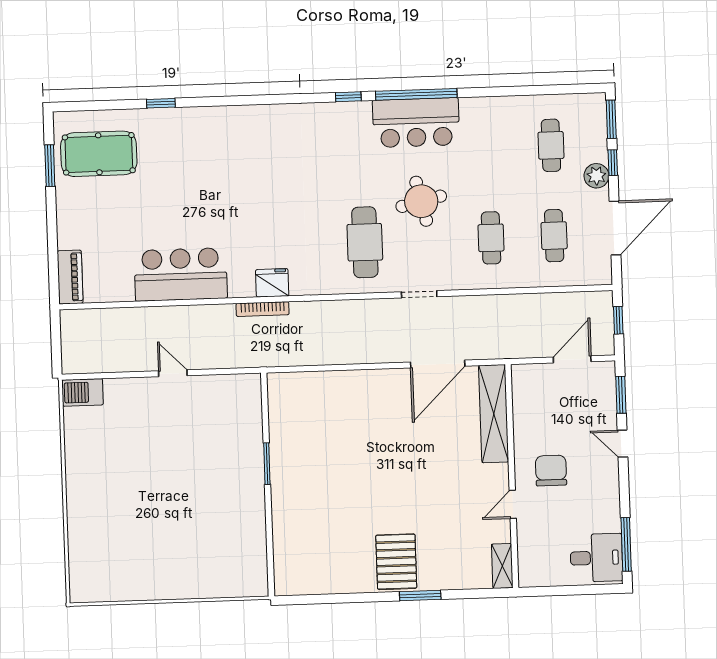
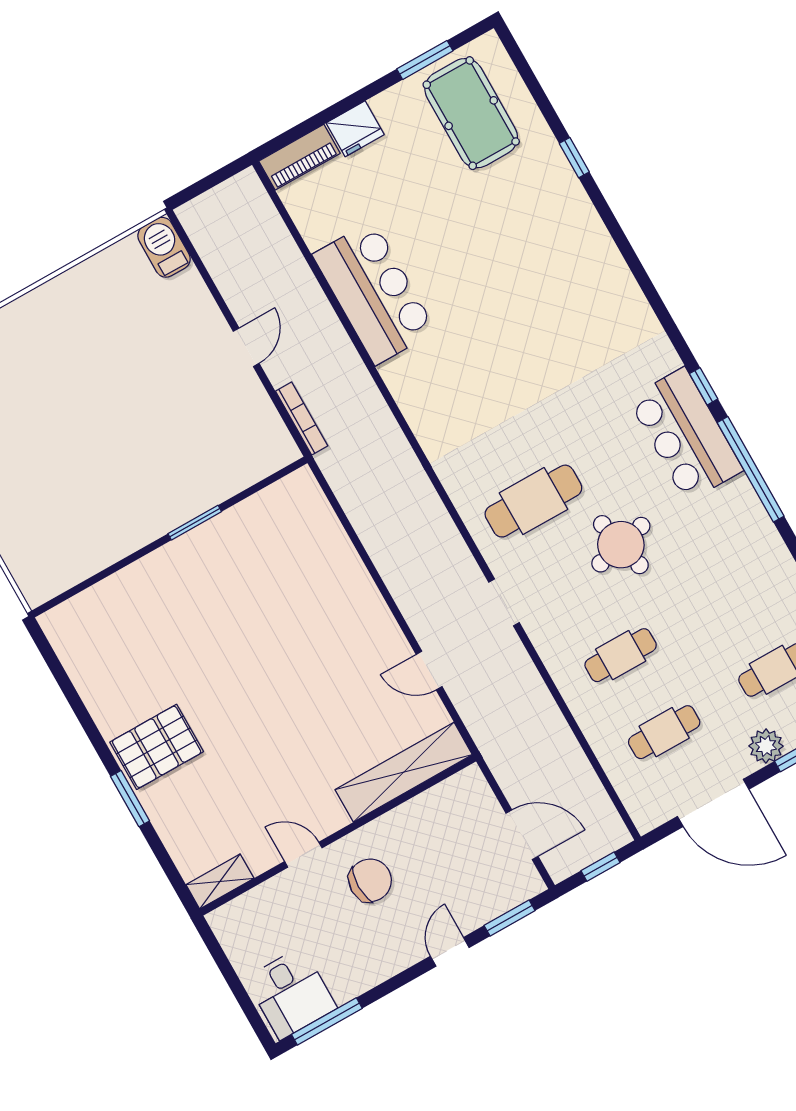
bar counter: (416, 123) -> (686, 435), moved
fridge: (272, 283) -> (355, 129), moved, turned 90
bookcase: (263, 309) -> (302, 419), moved, turned 180
door: (438, 364) -> (429, 670), width x0.53

